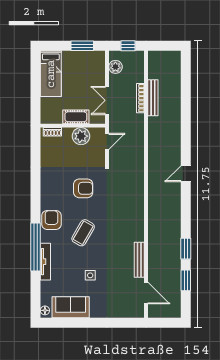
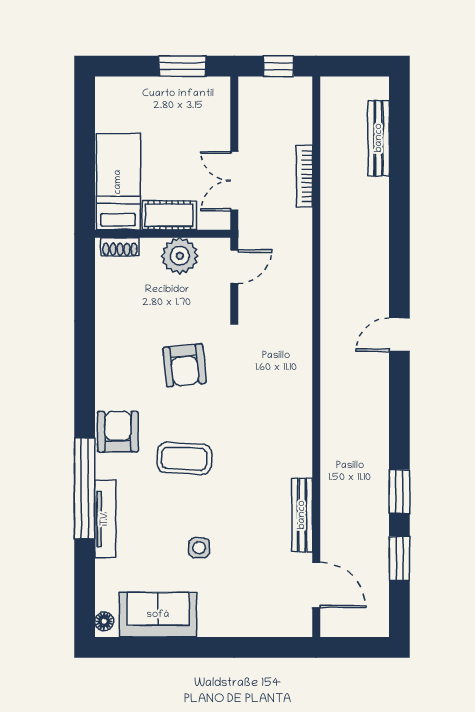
plant: (115, 67) -> (252, 111), removed
bed: (51, 74) -> (118, 182), moved, turned 180
bench: (153, 98) -> (379, 138), moved
armchair: (83, 188) -> (184, 365), turned 84
coffee table: (83, 233) -> (184, 459), turned 63

